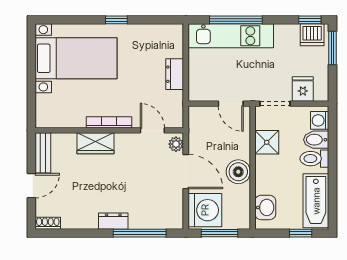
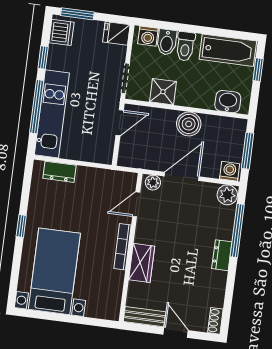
window: (310, 20) -> (43, 58), moved
dresser: (175, 74) -> (60, 172), moved
fridge: (303, 89) -> (116, 33), moved
washing machine: (205, 210) -> (230, 171), width x0.53, depth x0.53
plant: (173, 219) -> (227, 195), added

